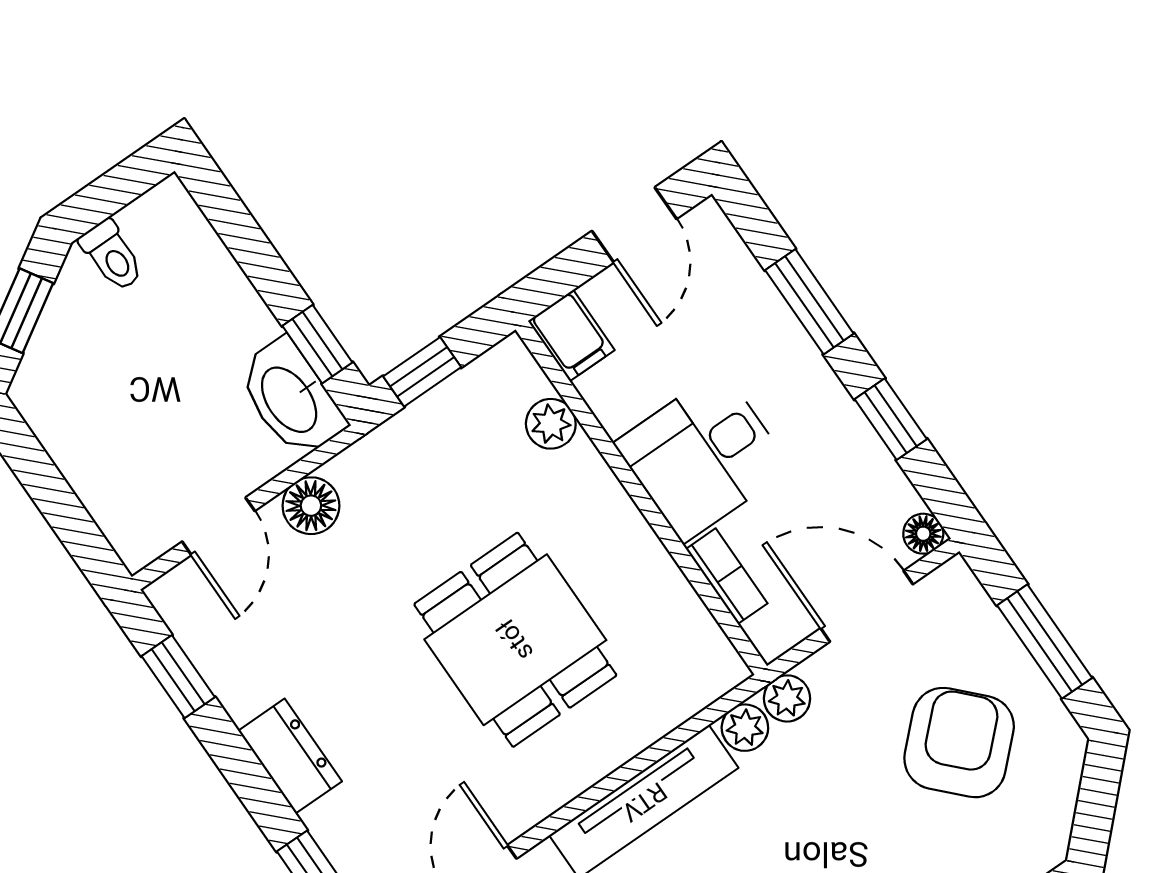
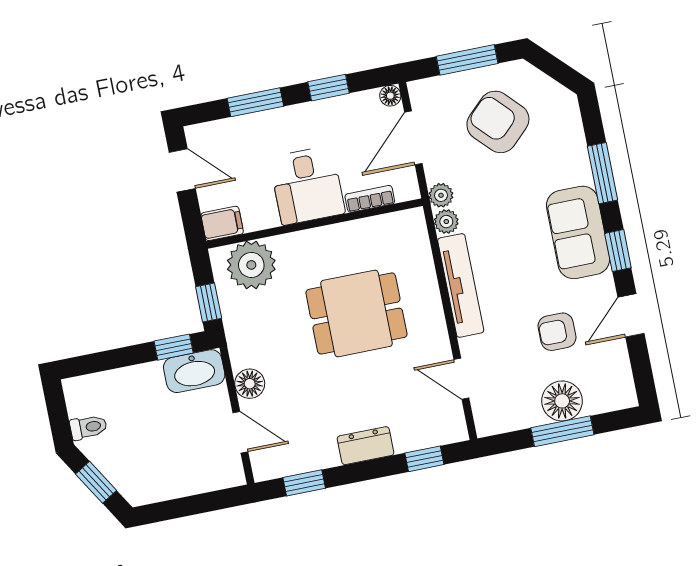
plant: (551, 424) -> (251, 265), width x1.88, depth x1.88

